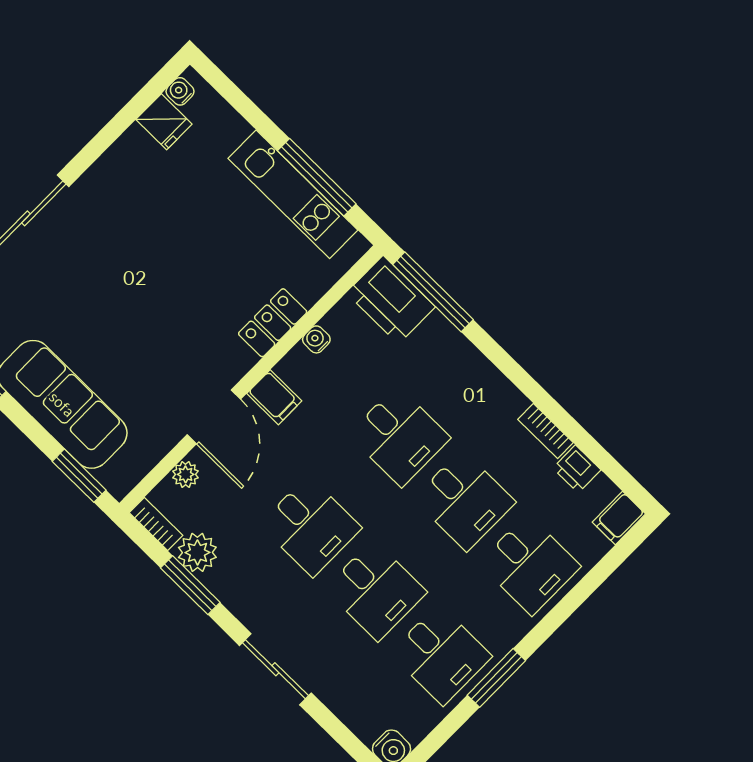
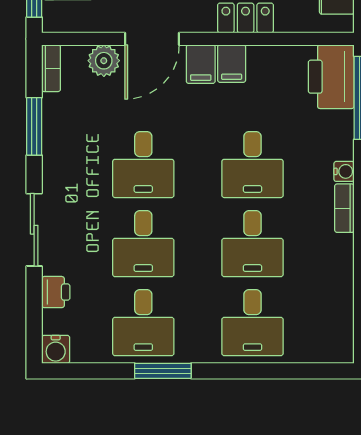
water cooler: (316, 339) -> (344, 171), moved, turned 90
bookcase: (546, 431) -> (344, 208), moved
printer: (577, 469) -> (56, 292), moved, turned 180
plant: (186, 474) -> (104, 61), width x1.38, depth x1.38
filing cabinet: (619, 518) -> (232, 64), moved, turned -90
plant: (197, 552) -> (59, 111), removed

